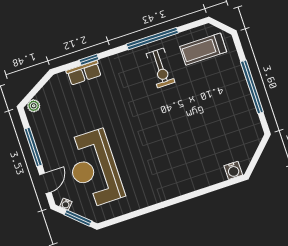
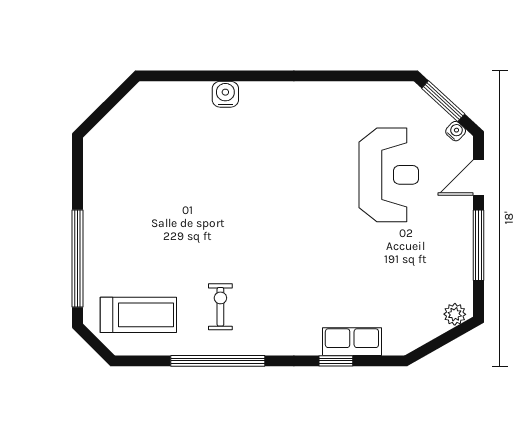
exercise bike: (161, 68) -> (220, 307), width x0.73, depth x0.72
window: (252, 87) -> (78, 259), moved
reception desk: (94, 169) -> (389, 175), width x0.74, depth x0.77
water cooler: (233, 170) -> (225, 94), moved

